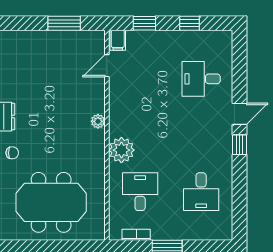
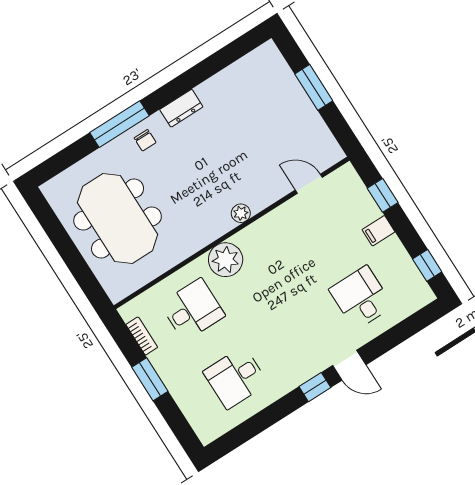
window: (64, 23) -> (314, 87), moved
window: (190, 23) -> (427, 265), moved
filing cabinet: (118, 40) -> (378, 231), moved

